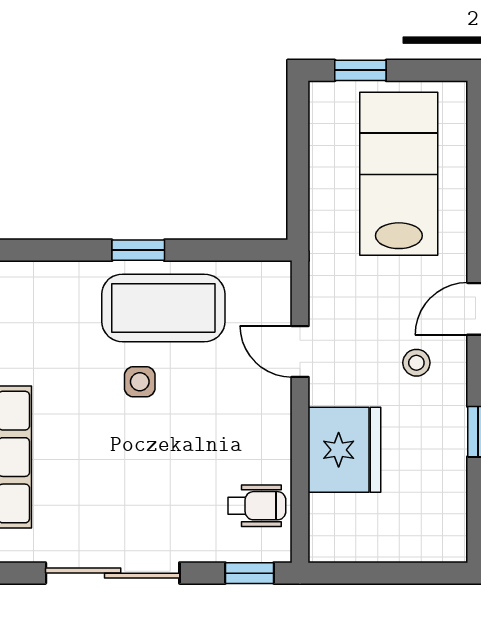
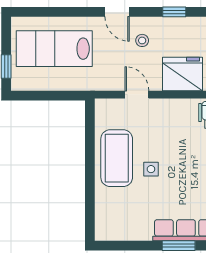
window: (138, 250) -> (90, 170), removed
door: (300, 351) -> (137, 95), swing flipped

